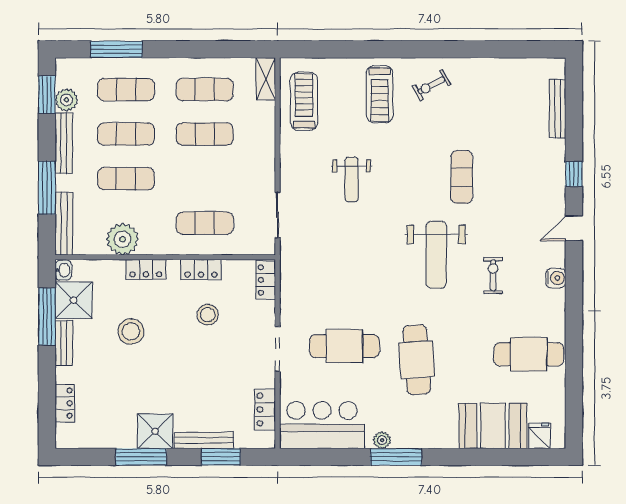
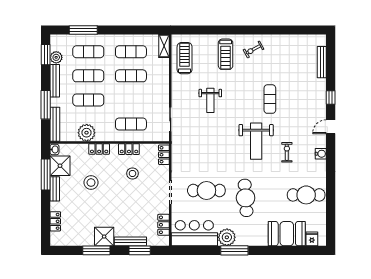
plant: (382, 440) -> (227, 237), width x1.87, depth x1.87

